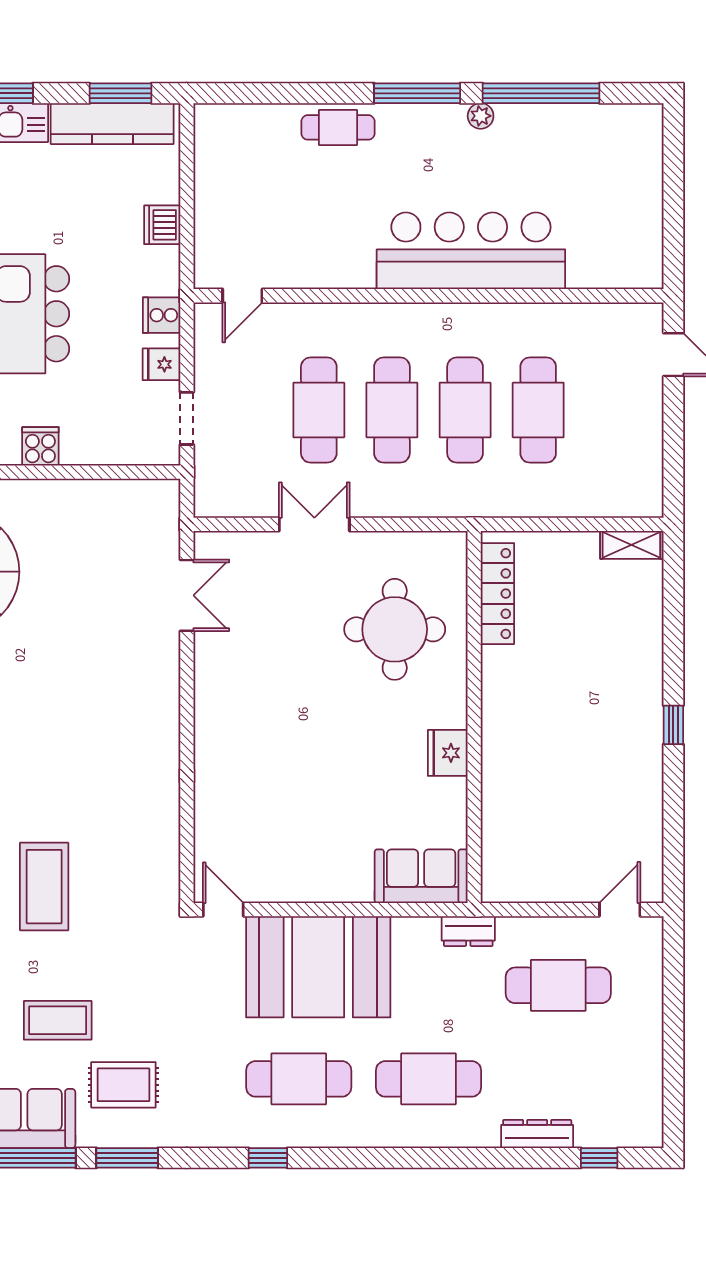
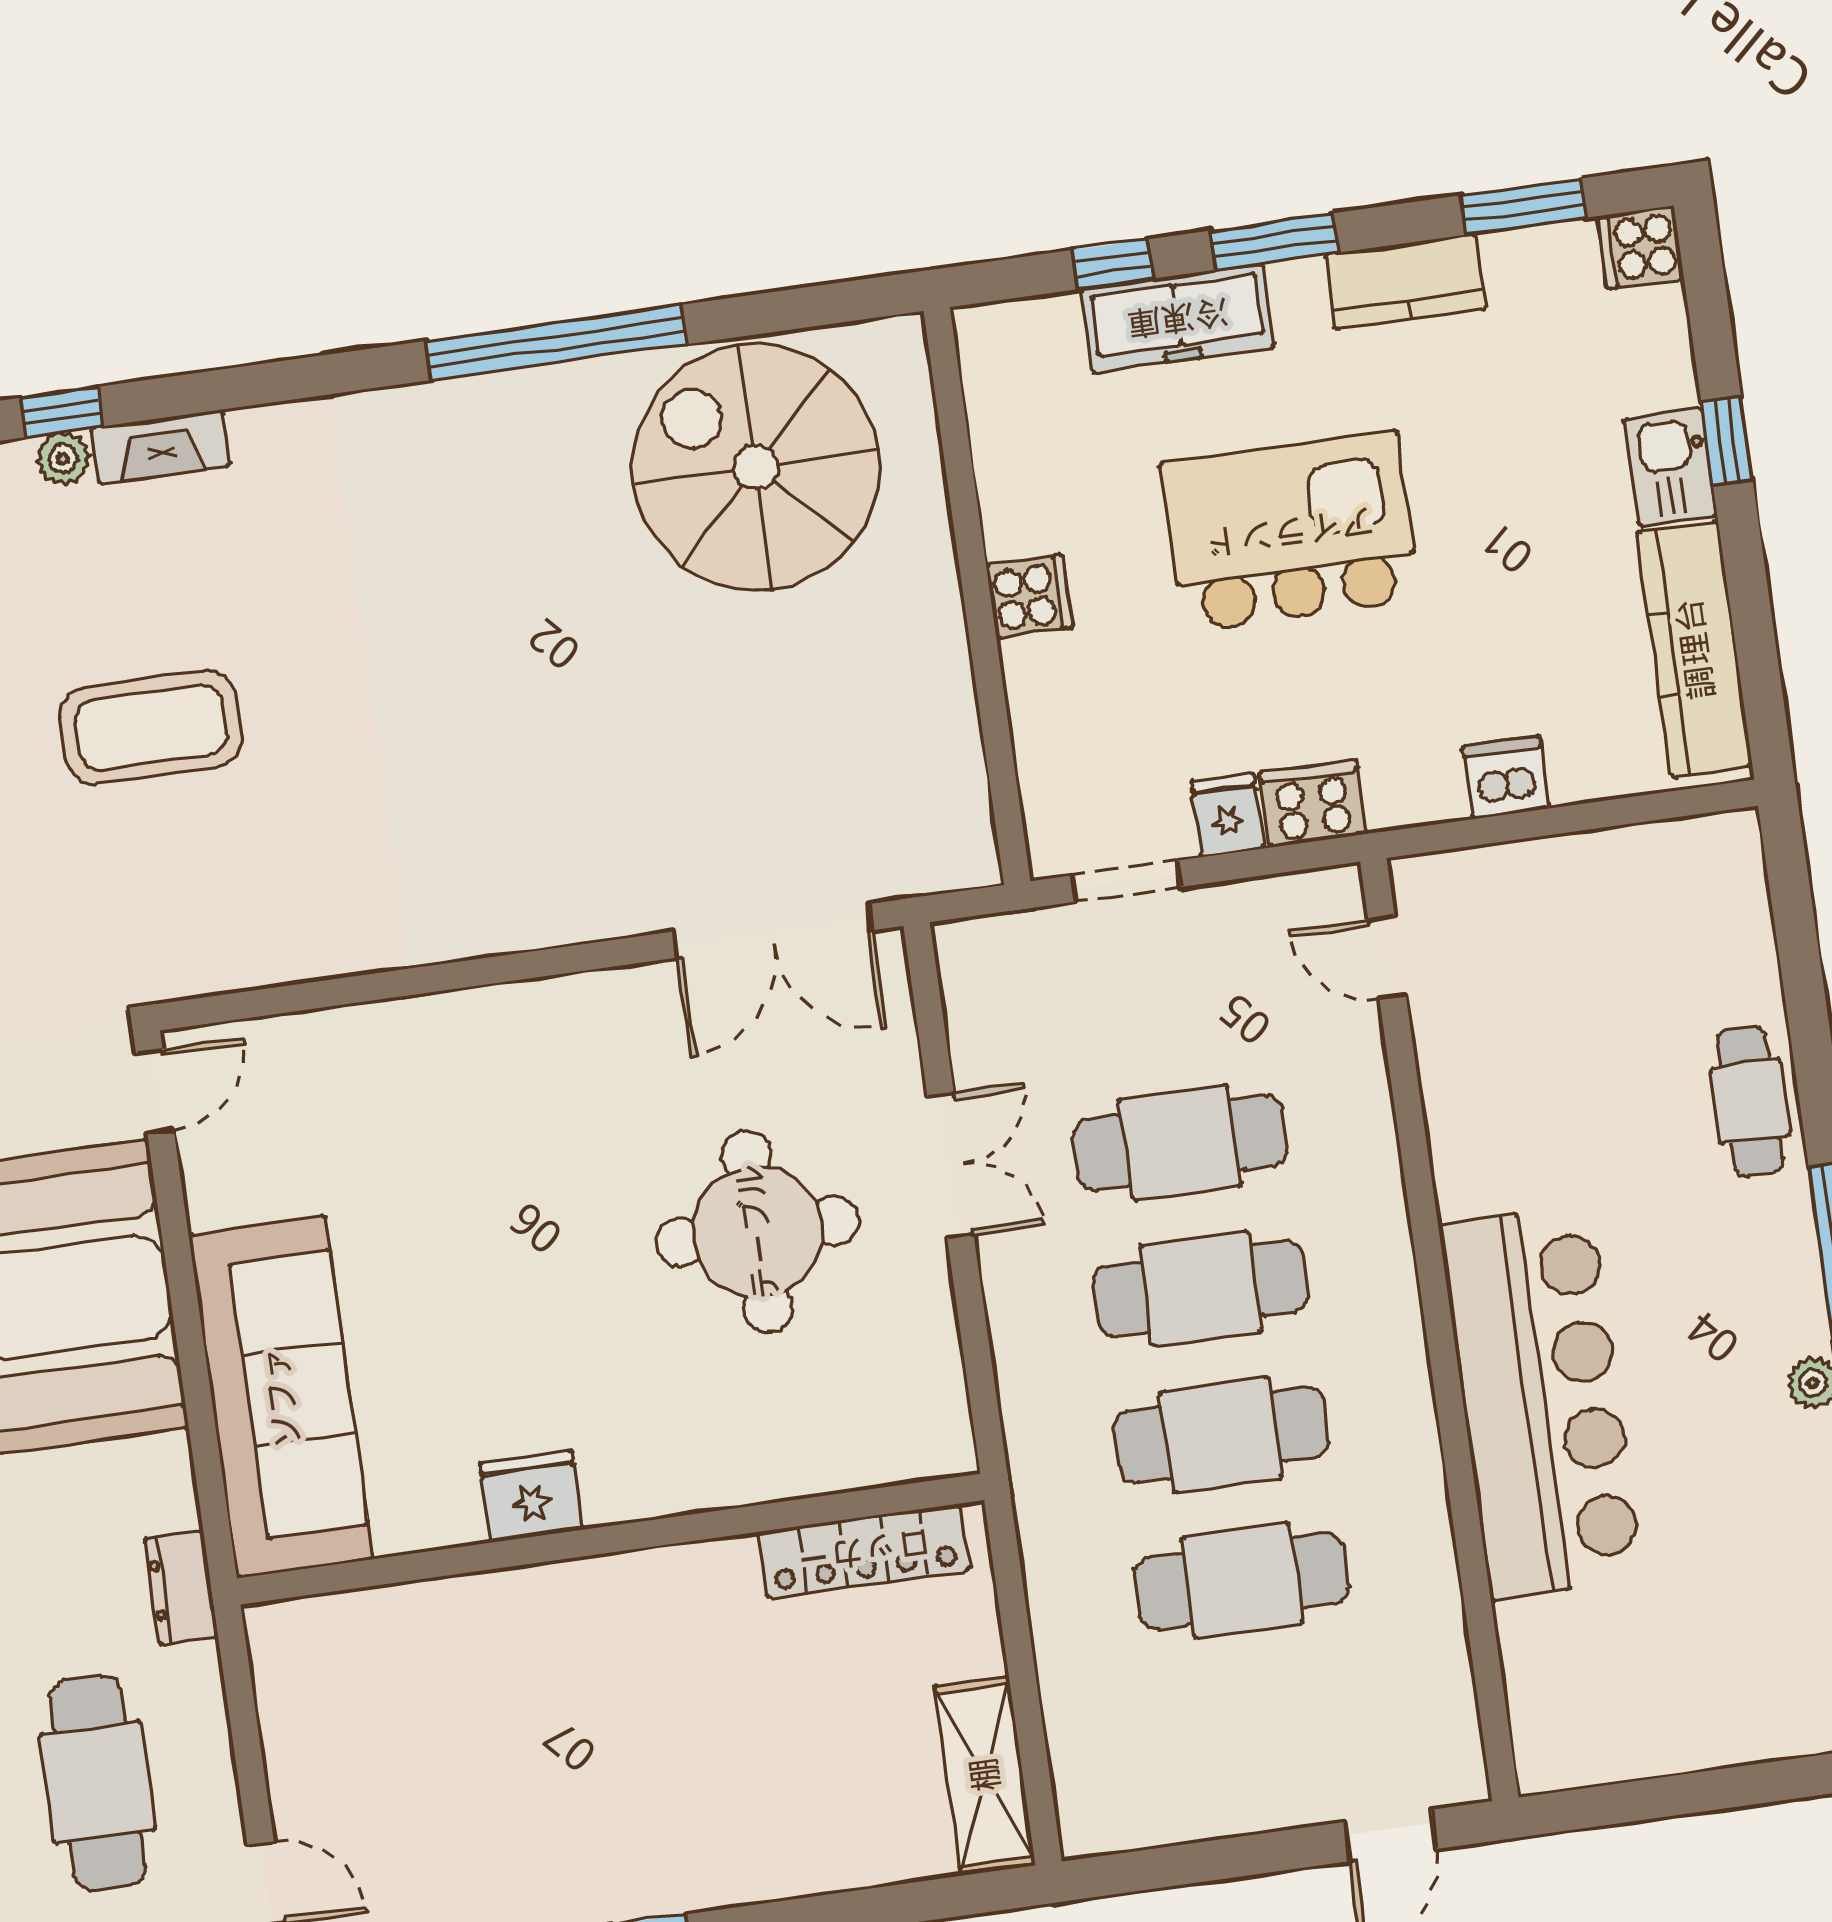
window: (121, 93) -> (1757, 657), removed
cooker: (162, 315) -> (1313, 803), width x1.36
shelving: (631, 545) -> (985, 1775), width x1.50, depth x1.33
double door: (187, 595) -> (773, 931), width x1.37
round table: (395, 629) -> (757, 1232), moved
sofa: (421, 876) -> (281, 1397), width x1.85, depth x1.27

